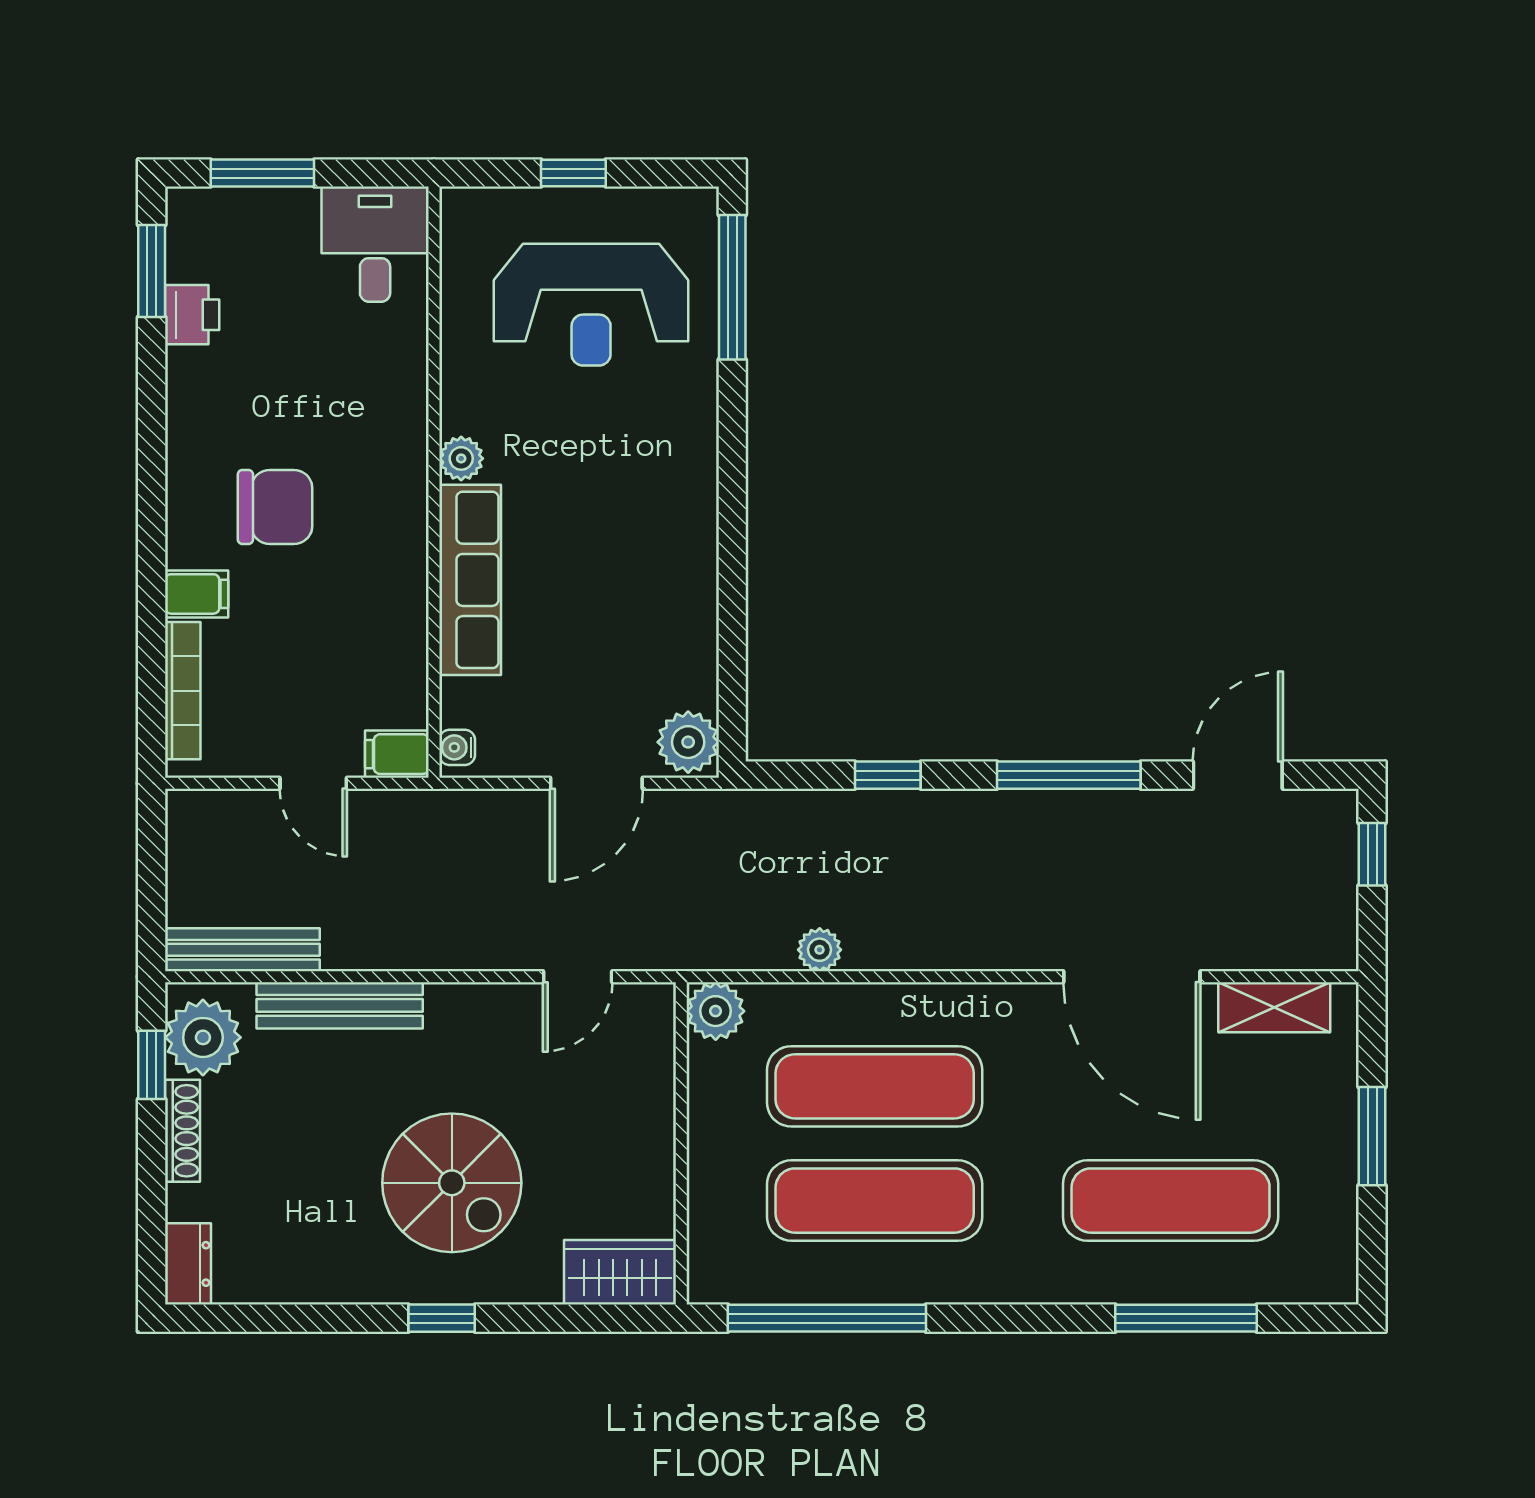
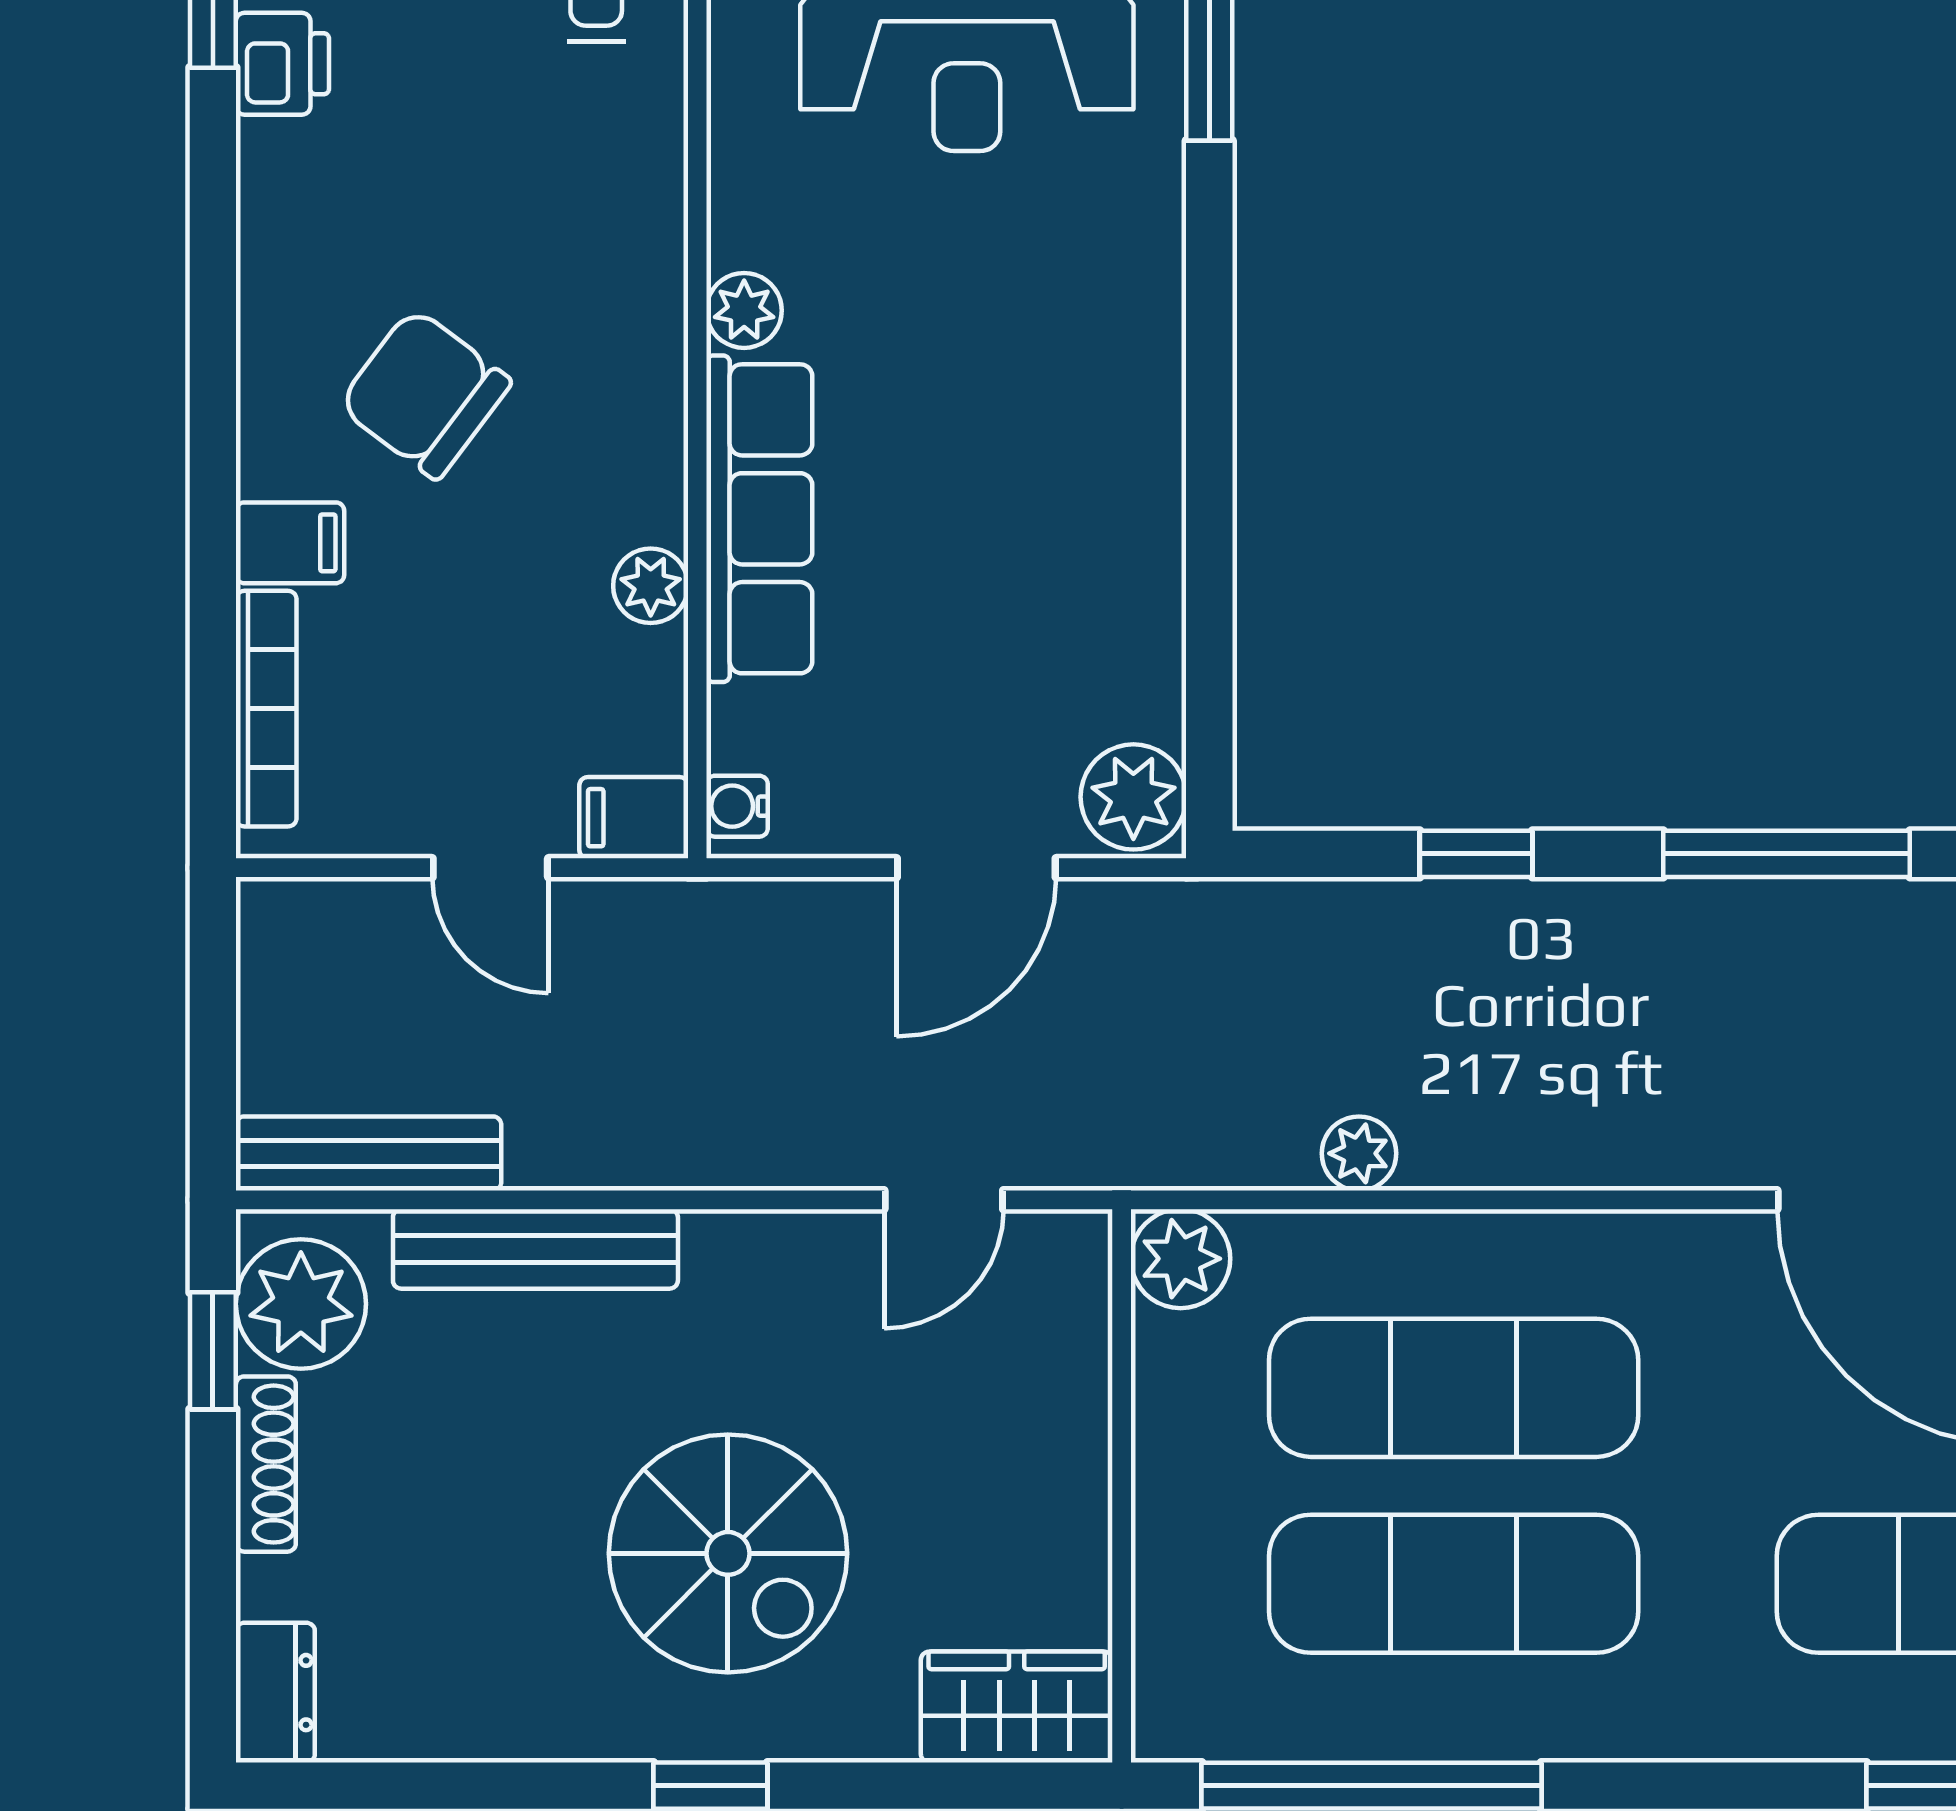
chair: (275, 507) -> (425, 394), turned -143
plant: (407, 619) -> (651, 586), added

